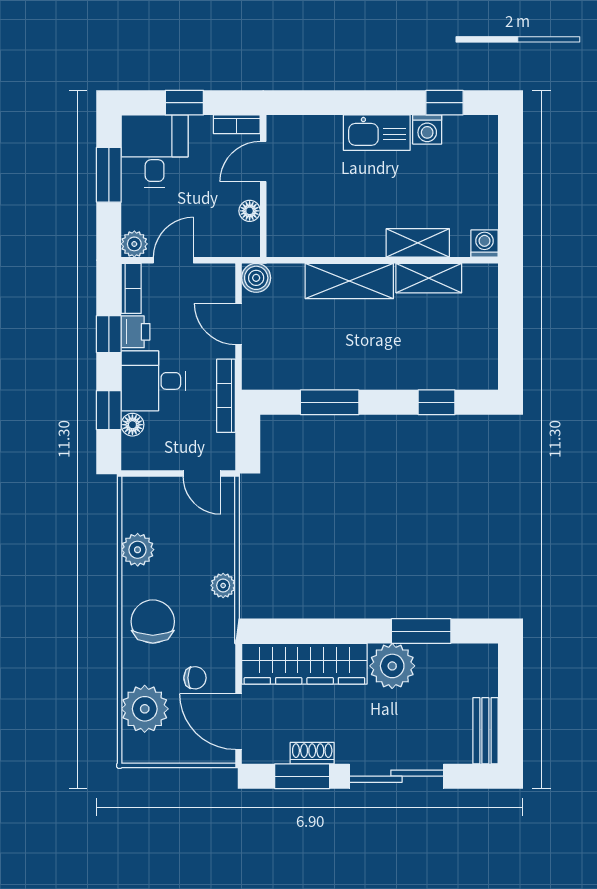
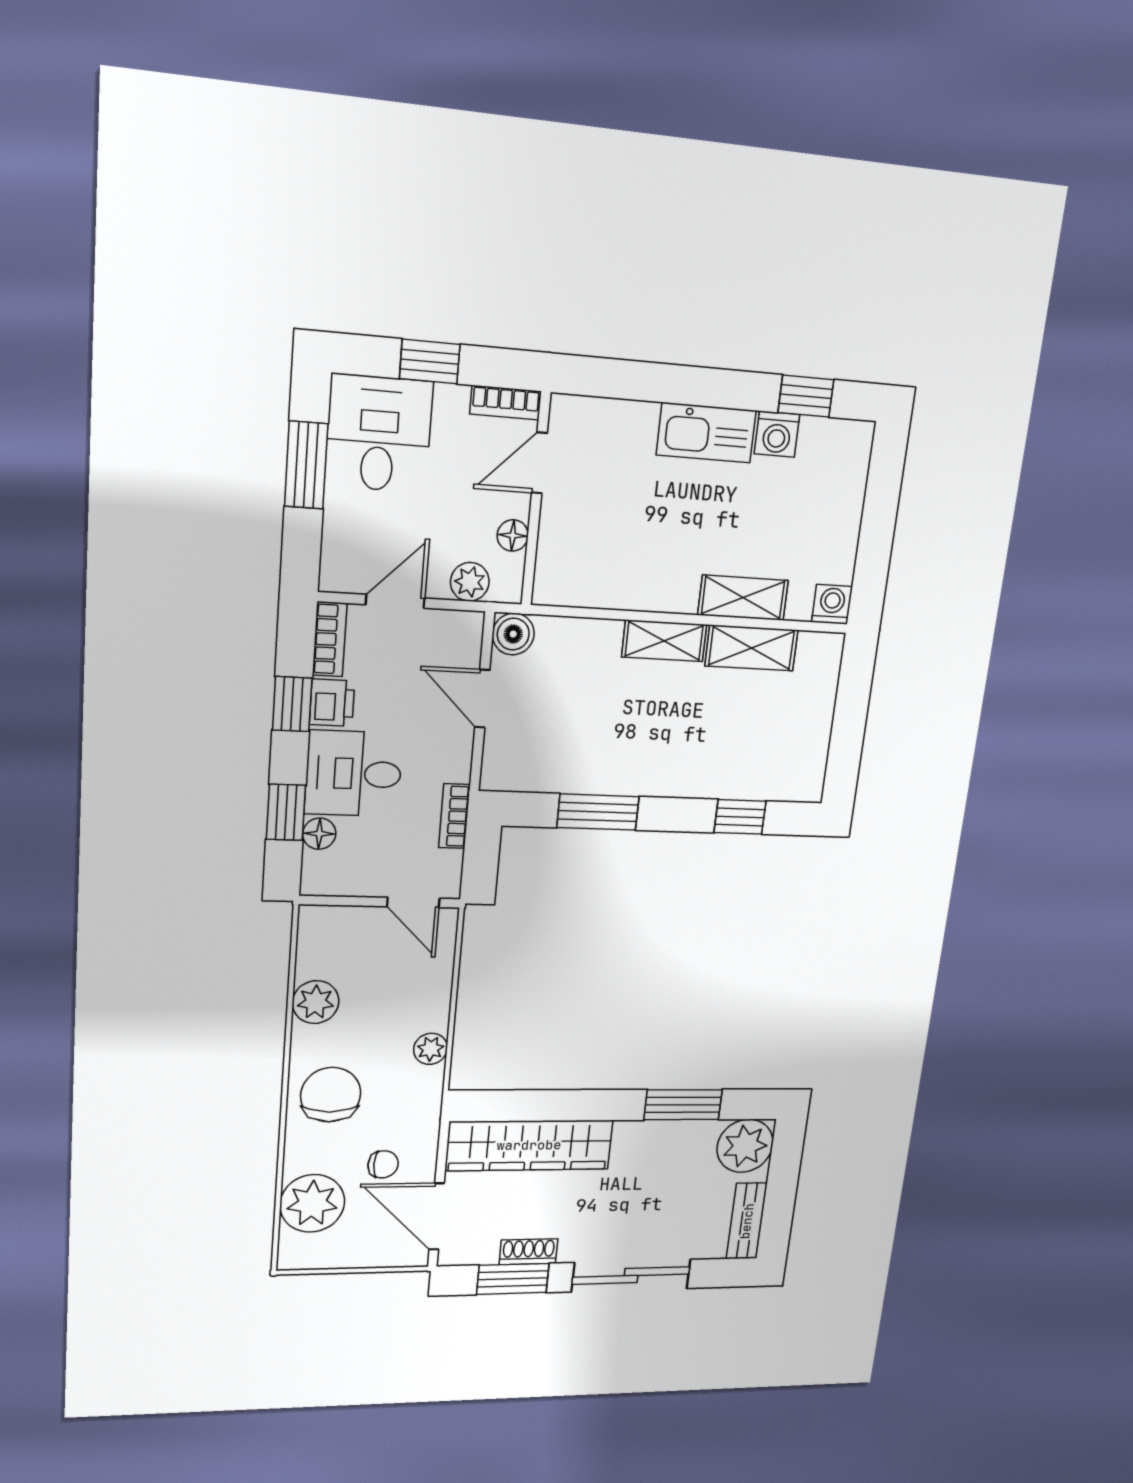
plant: (134, 244) -> (470, 582), moved
shelving: (349, 281) -> (664, 641), width x0.67, depth x0.75
bookcase: (226, 396) -> (454, 816), width x0.64
plant: (392, 666) -> (745, 1146), moved

